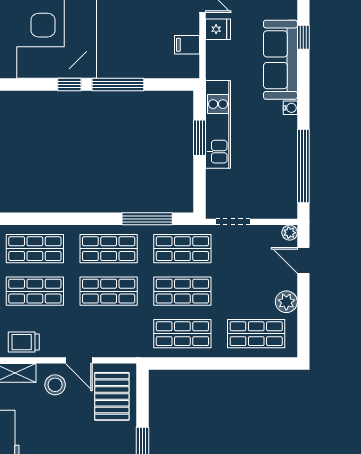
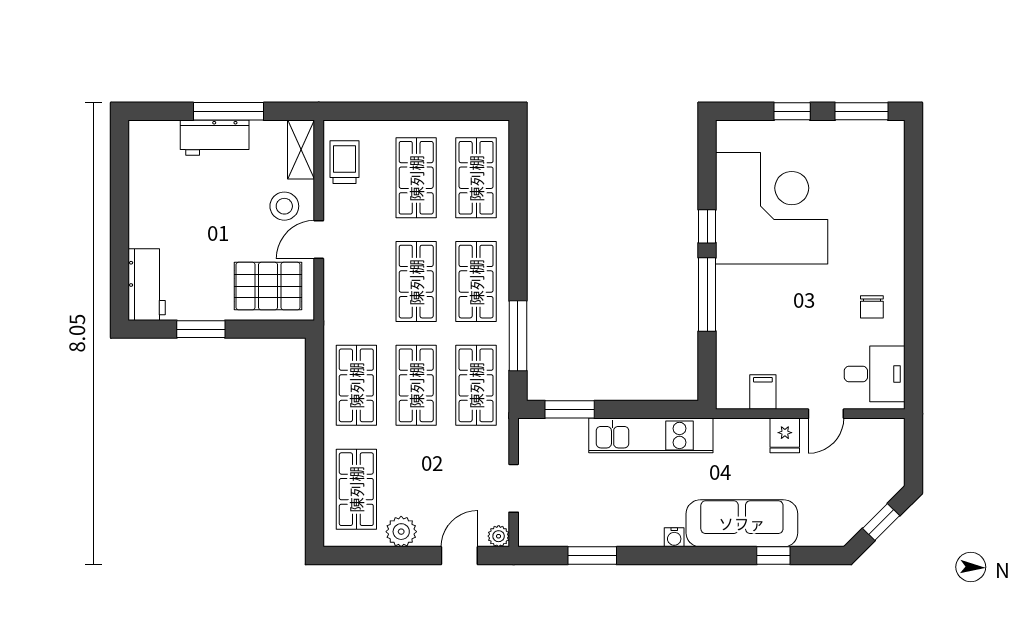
window: (199, 138) -> (570, 409), moved
window: (303, 166) -> (592, 556), width x0.47
doorway: (233, 222) -> (514, 488), moved

